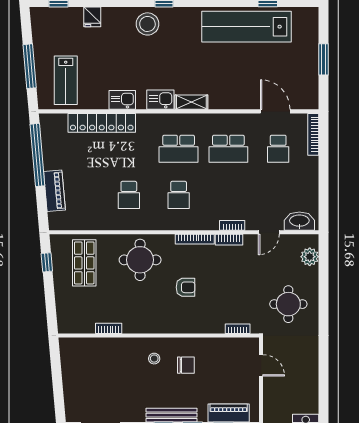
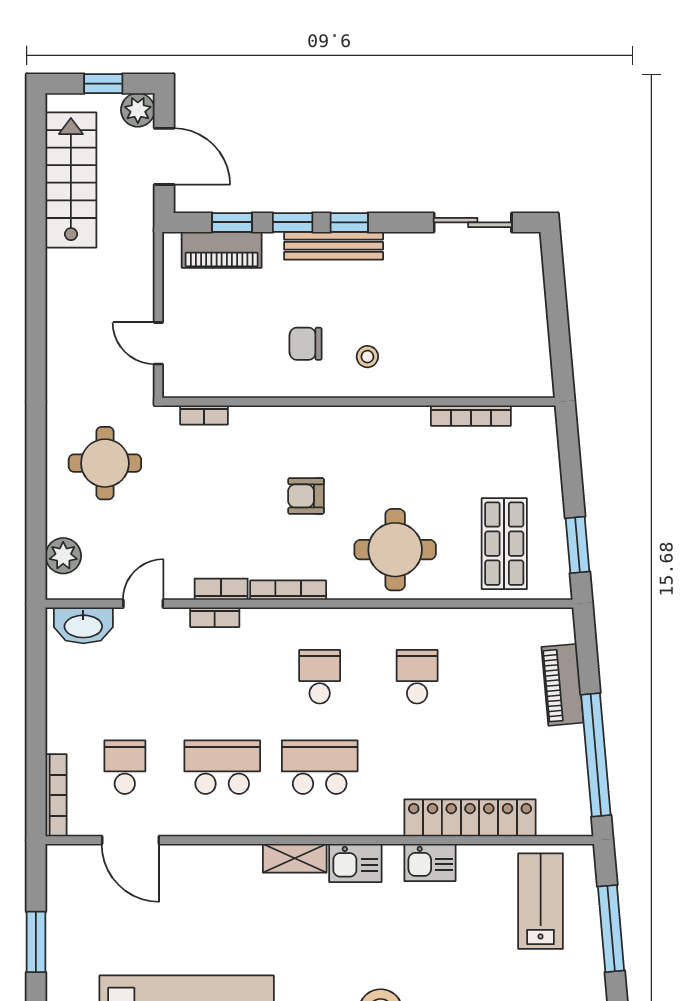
window: (47, 262) -> (577, 545), width x1.50
bookcase: (109, 328) -> (471, 416), width x1.56

